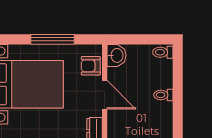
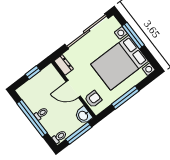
window: (137, 39) -> (79, 133), added
window: (178, 98) -> (32, 118), added

